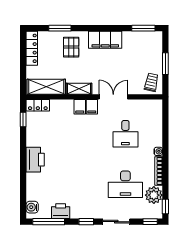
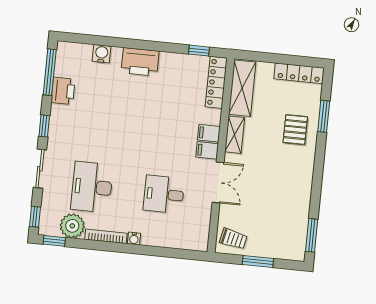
filing cabinet: (105, 40) -> (301, 179), removed
pallet: (71, 47) -> (295, 130), turned 90
locker: (38, 105) -> (216, 82), width x1.53
water cooler: (32, 207) -> (102, 54), moved

